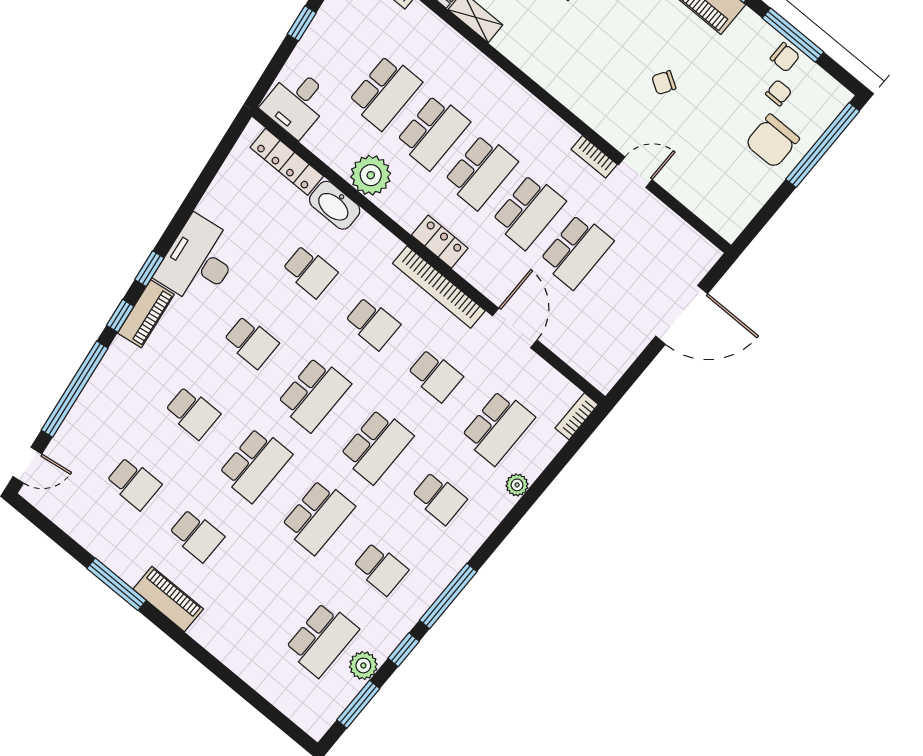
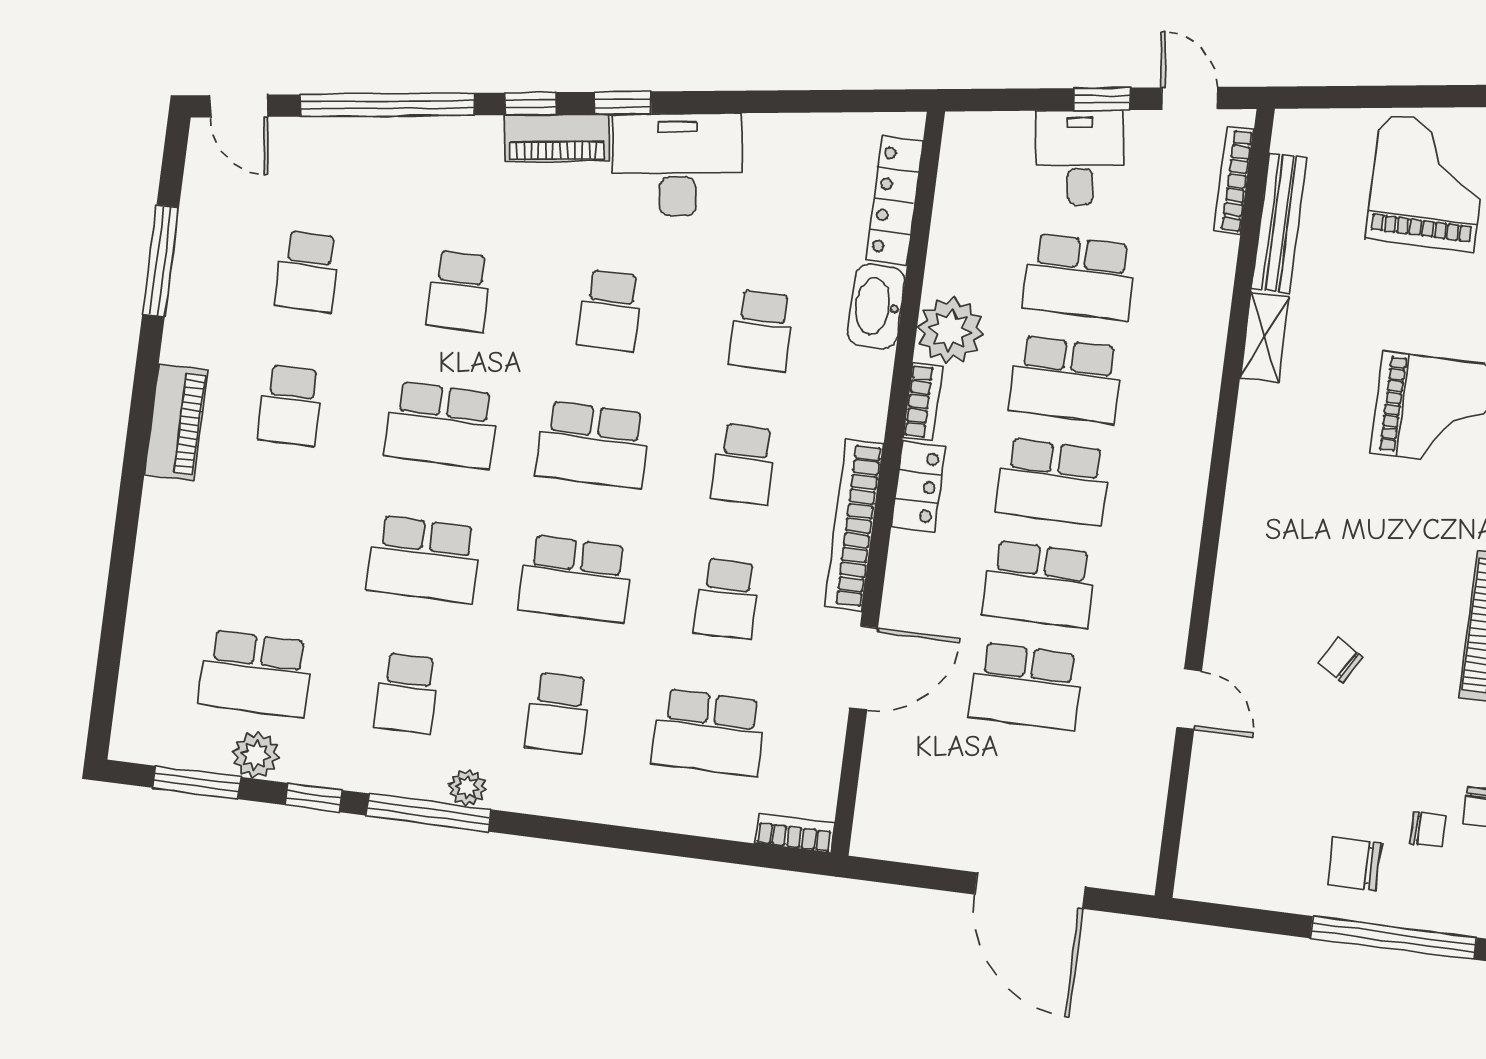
desk: (296, 103) -> (1080, 158), moved, turned 82
chair: (772, 141) -> (1354, 864), width x0.73, depth x0.73
bookcase: (594, 157) -> (922, 402), moved, turned 180
plant: (517, 485) -> (467, 787), moved
window: (117, 584) -> (161, 261), moved

